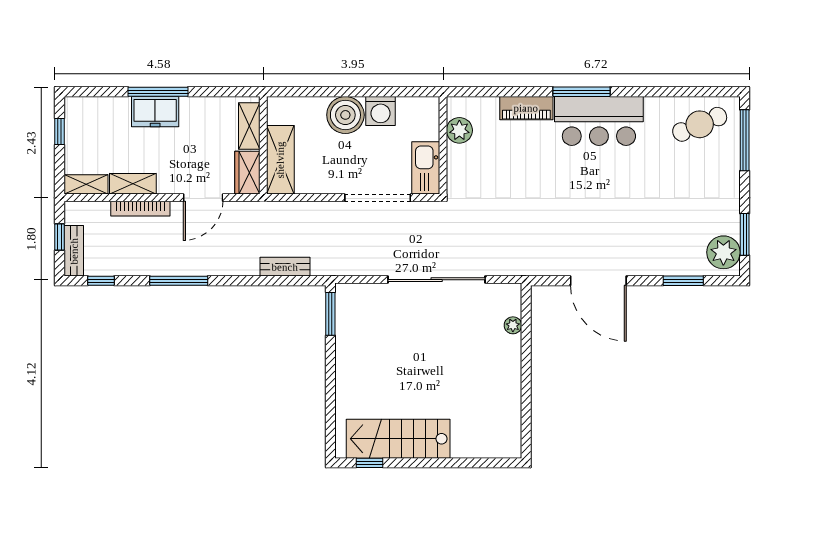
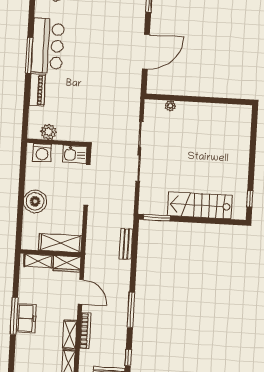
washing machine: (381, 111) -> (42, 153), moved, turned 90
kitchen sink: (426, 168) -> (75, 154), width x0.73
stairs: (398, 439) -> (200, 205), moved, turned 90

